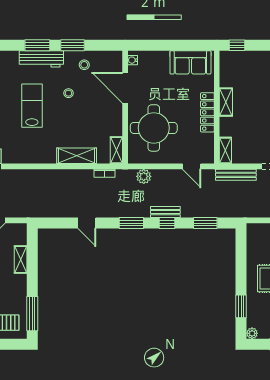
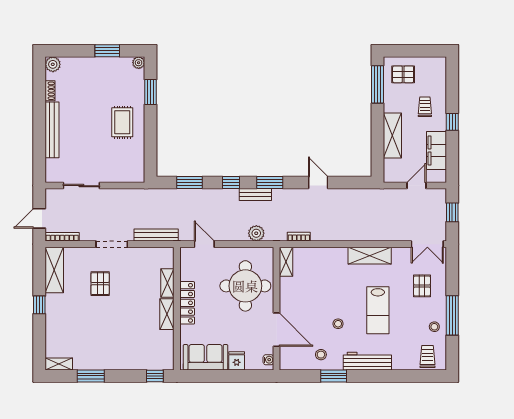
window: (37, 45) -> (372, 376), removed
fridge: (162, 59) -> (237, 361), added
shelving: (225, 150) -> (167, 283), moved
shelving: (77, 156) -> (370, 256), moved
bench: (165, 212) -> (255, 195), moved
shelving: (21, 260) -> (392, 135), width x1.50, depth x1.33

